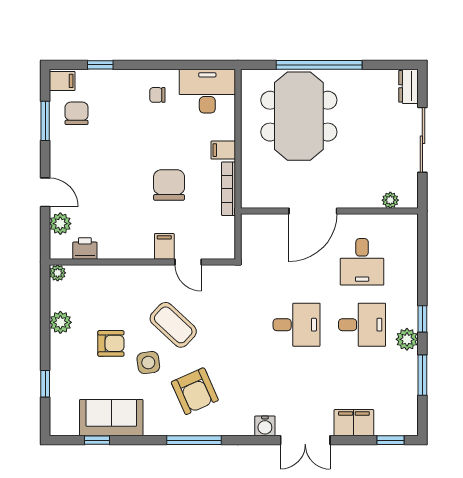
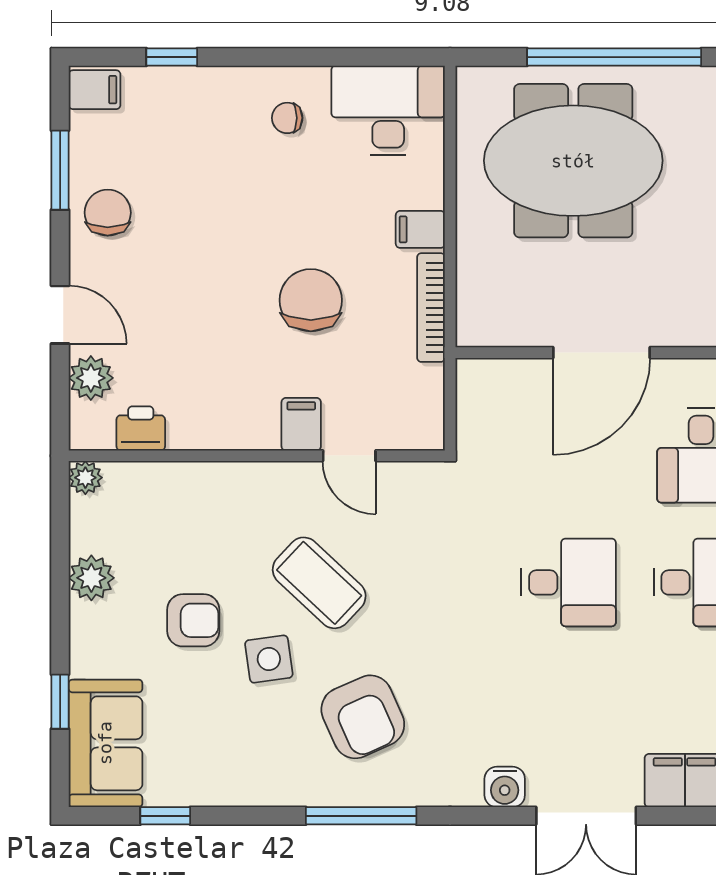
chair: (77, 113) -> (108, 213), moved
meeting table: (299, 116) -> (573, 161), turned 90
sofa: (111, 418) -> (105, 743), moved, turned 90

